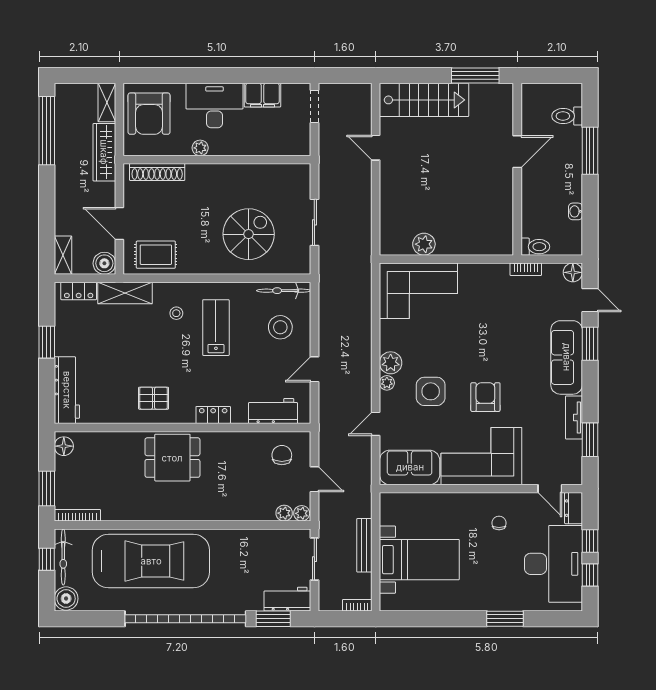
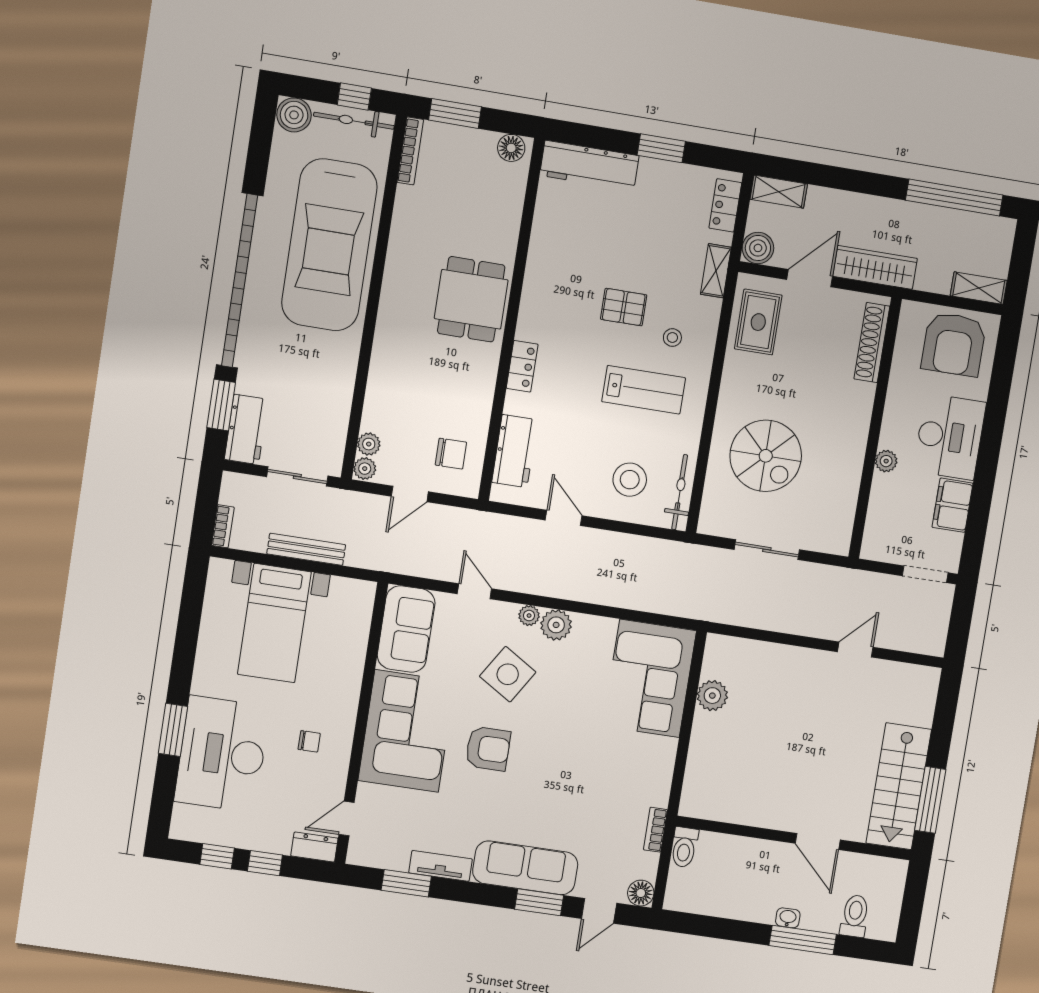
stairs: (424, 100) -> (899, 786), moved
armchair: (149, 114) -> (954, 344), turned -90
plant: (200, 148) -> (886, 461), moved
wardrobe: (104, 152) -> (875, 267), moved
washbasin: (575, 211) -> (788, 918), moved
shelving: (125, 293) -> (716, 271), width x0.67, depth x0.75
side table: (431, 391) -> (508, 674), turned 32
pallet: (154, 398) -> (624, 307), moved, turned 90
desk: (553, 564) -> (222, 754), moved, turned 90

